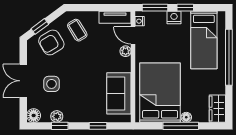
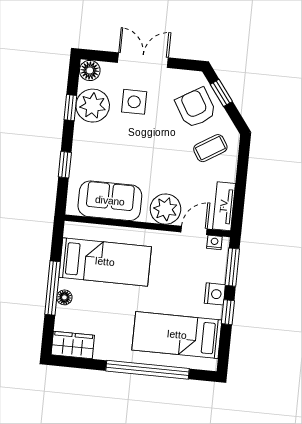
plant: (126, 51) -> (165, 209), width x1.88, depth x1.88
bed: (160, 93) -> (105, 262), width x0.67
plant: (57, 116) -> (93, 106), width x1.87, depth x1.87

